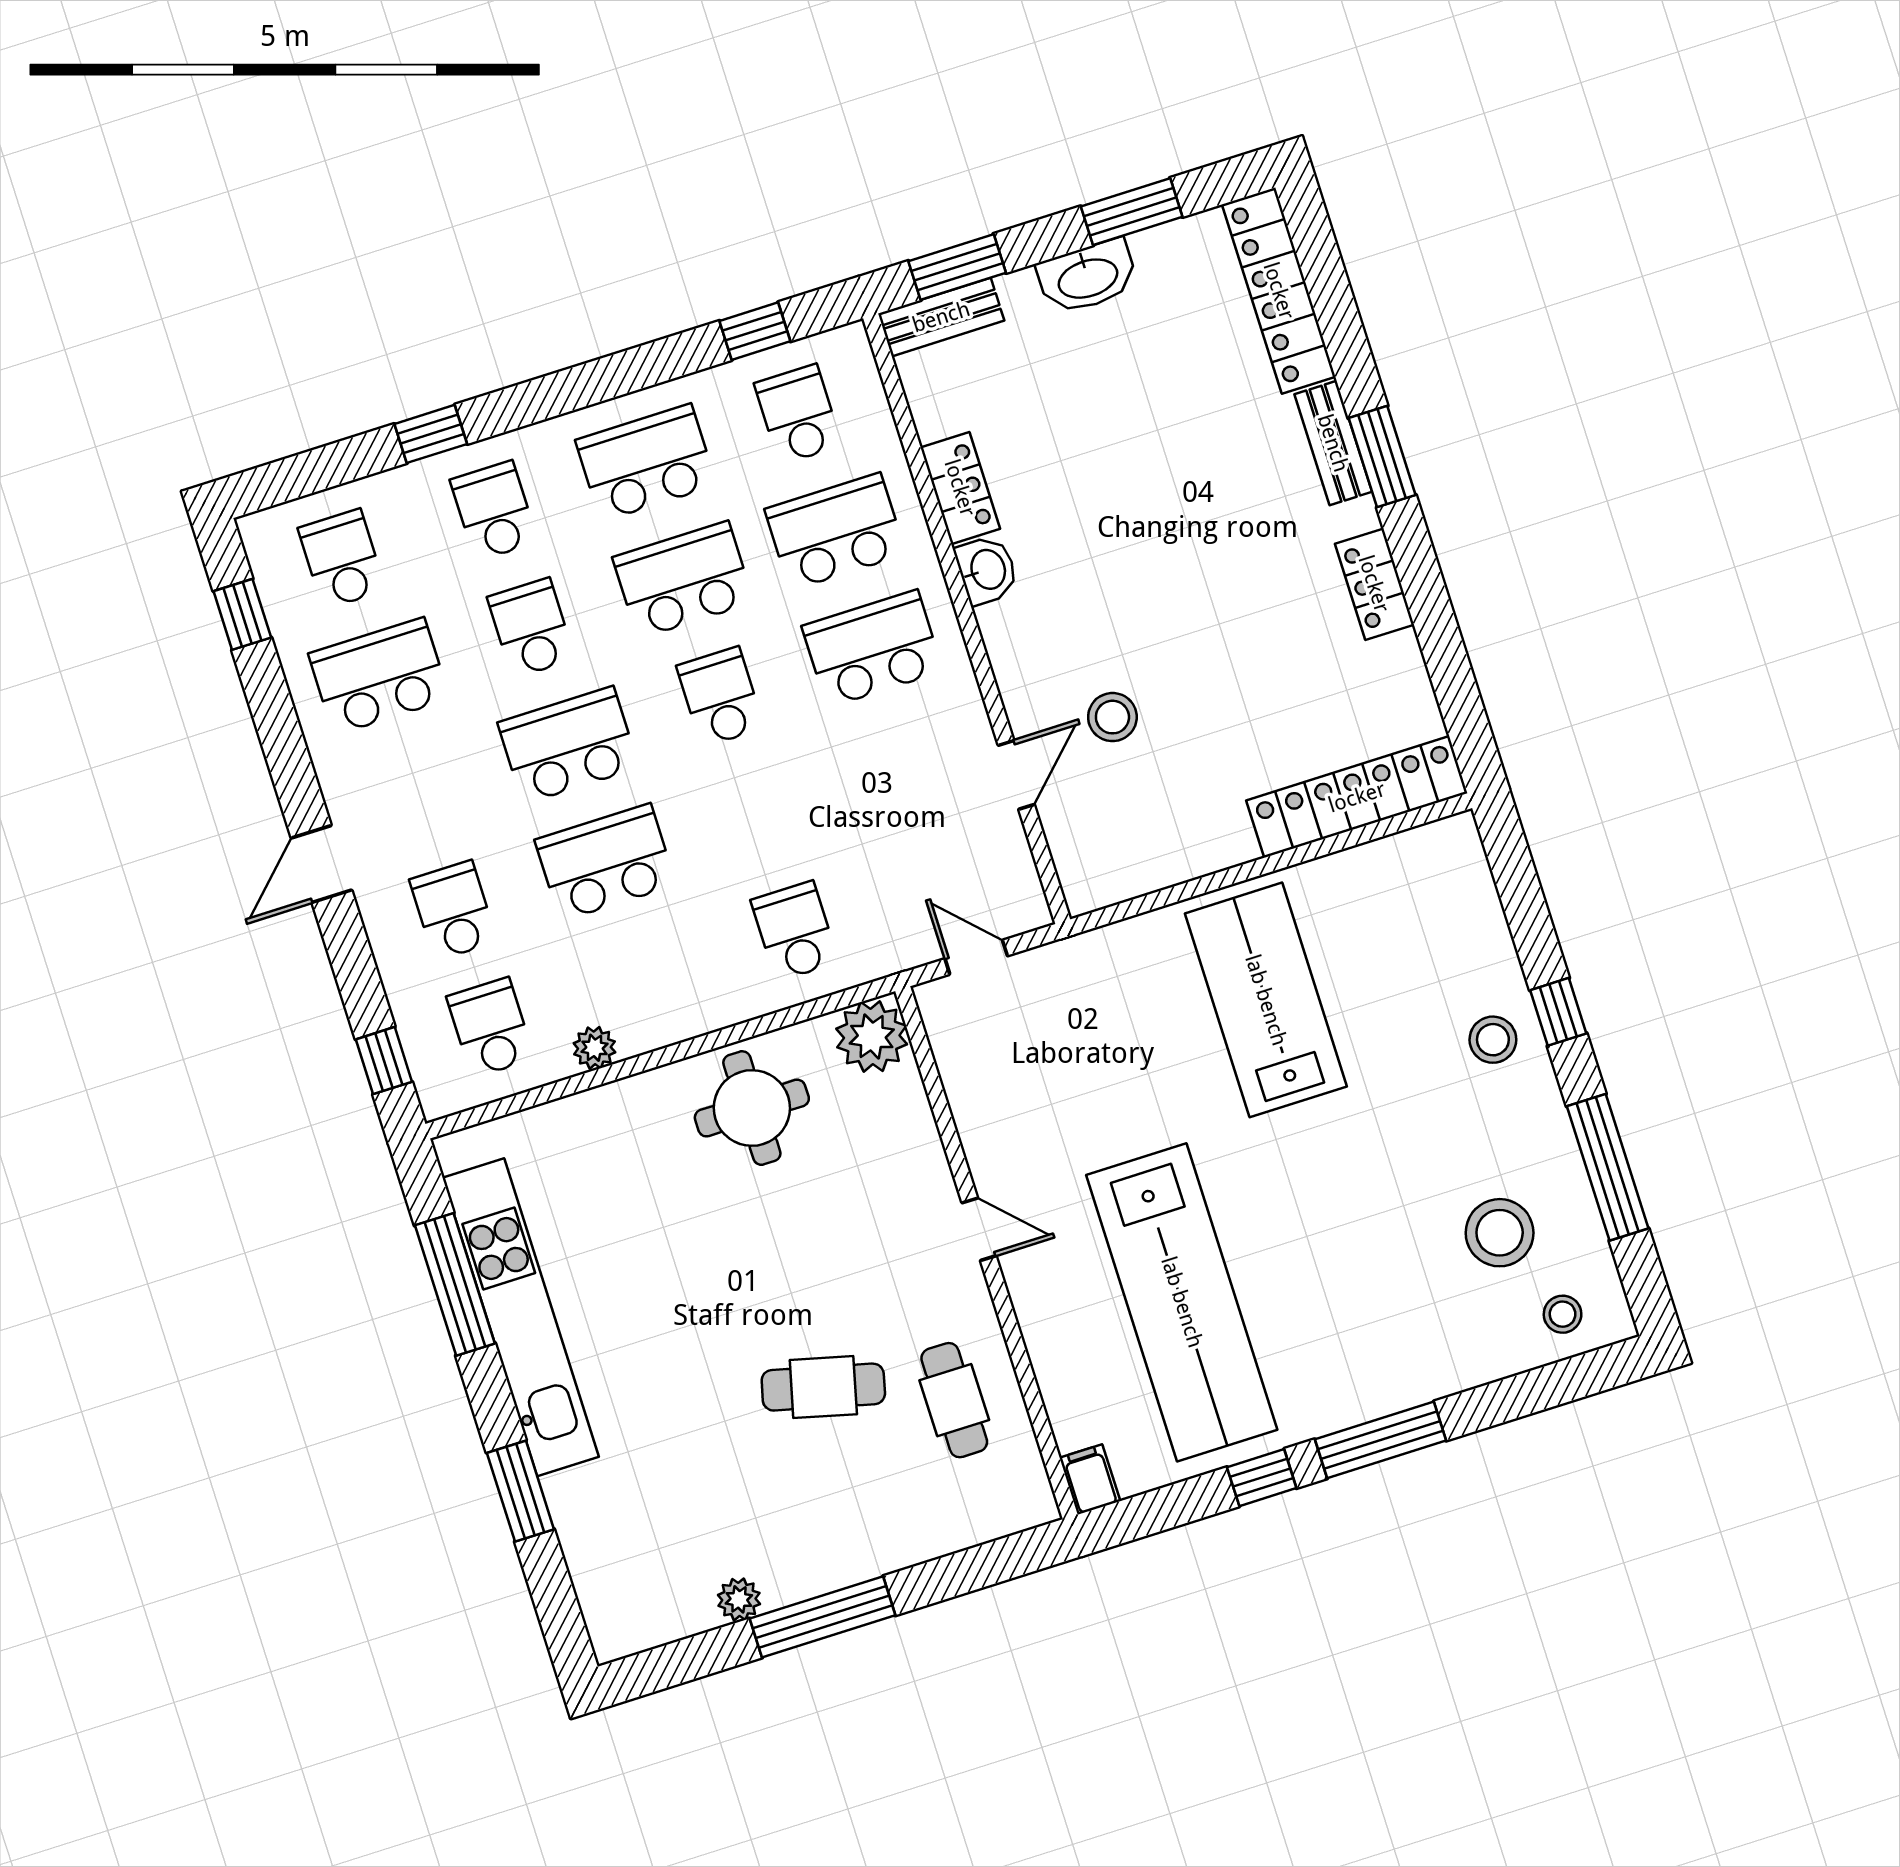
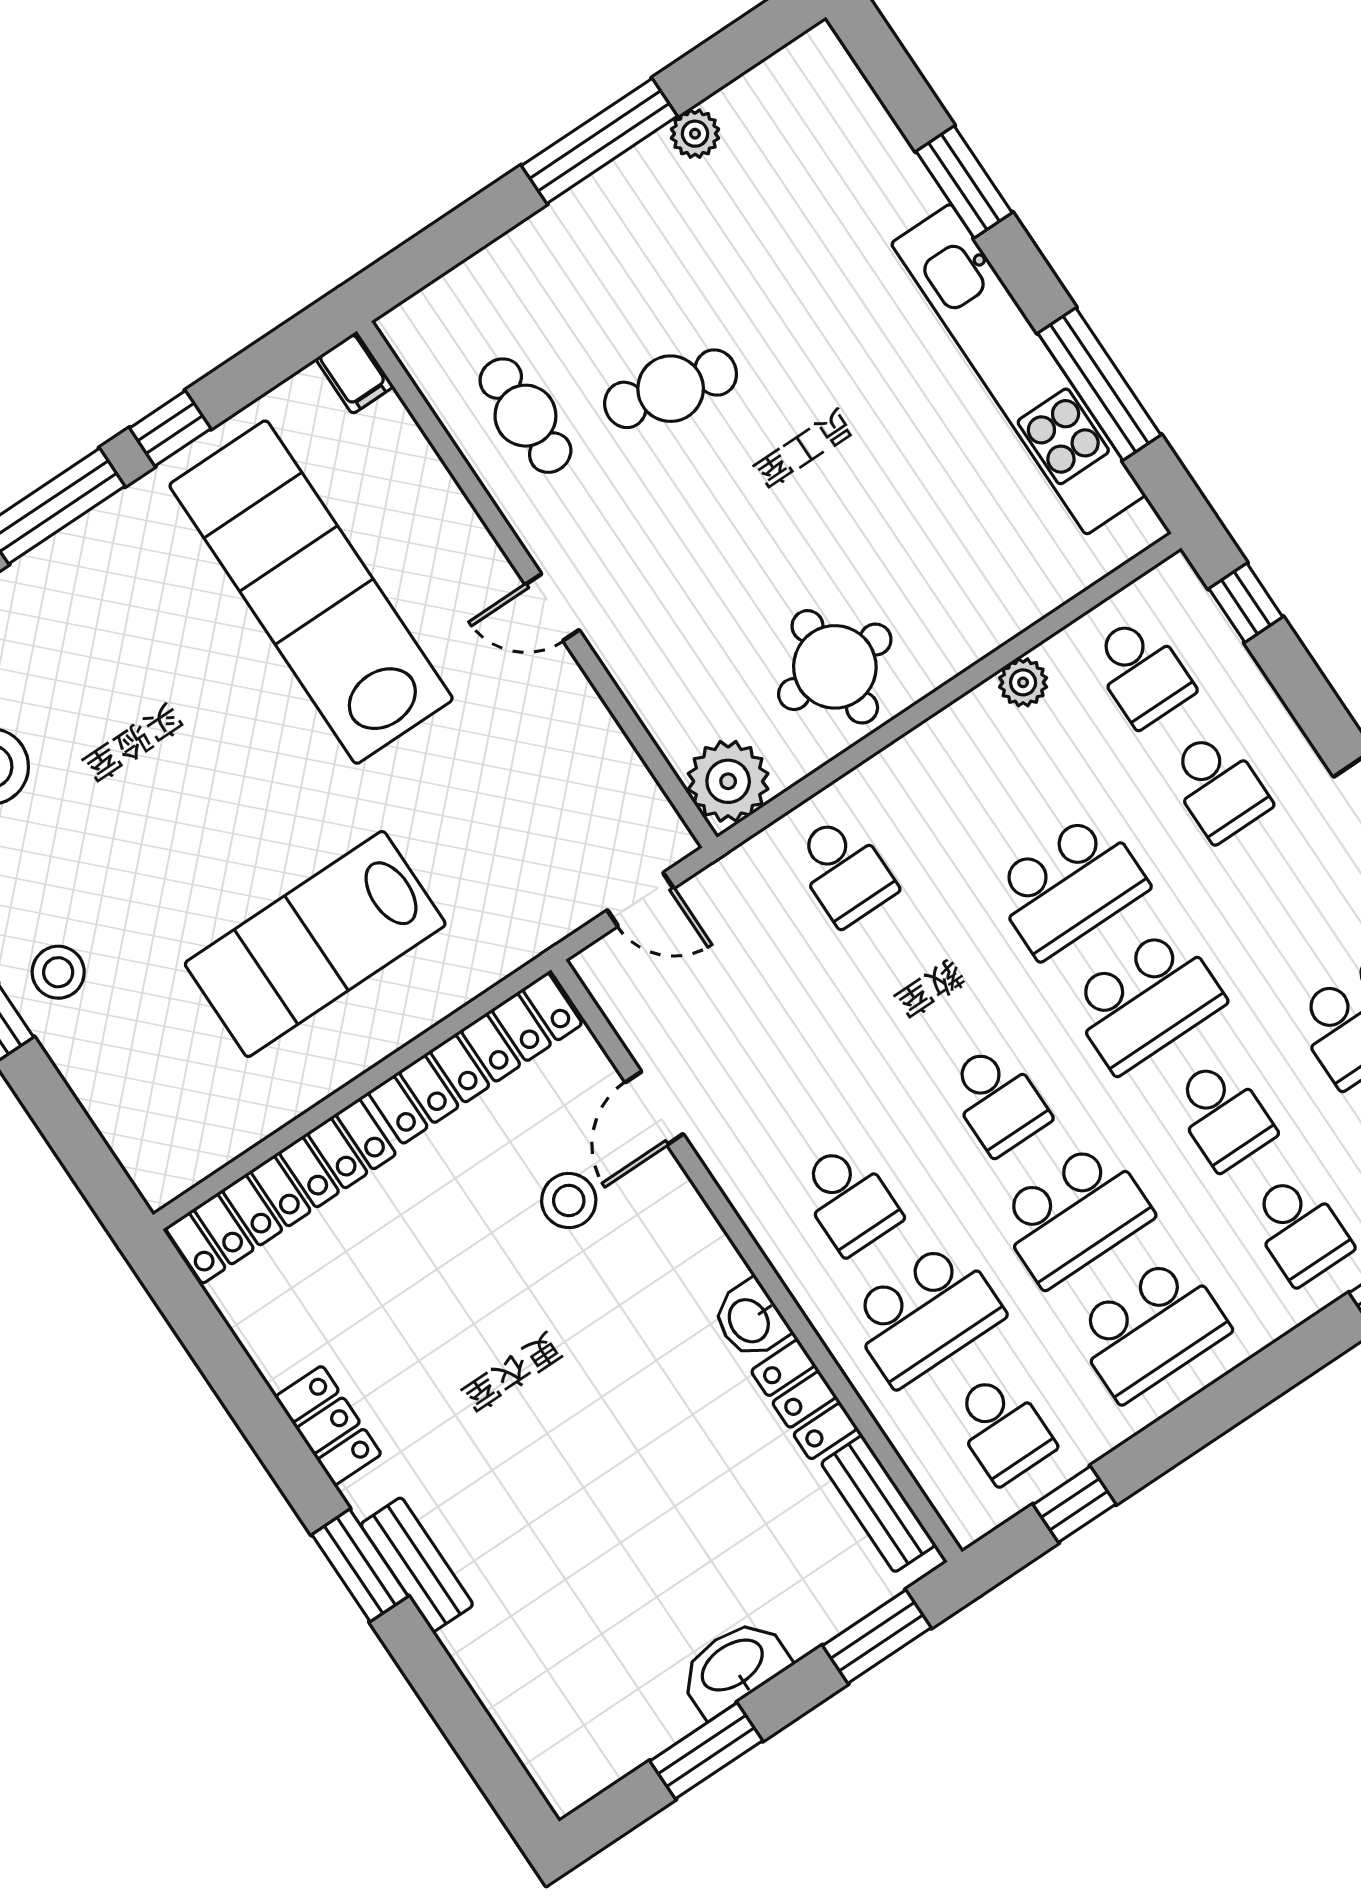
locker: (1279, 291) -> (475, 1058), moved, turned 90
bench: (941, 317) -> (878, 1504), moved, turned 90
school desk: (872, 649) -> (849, 1199), width x0.54
lab bench: (1266, 1000) -> (315, 944), turned 90

